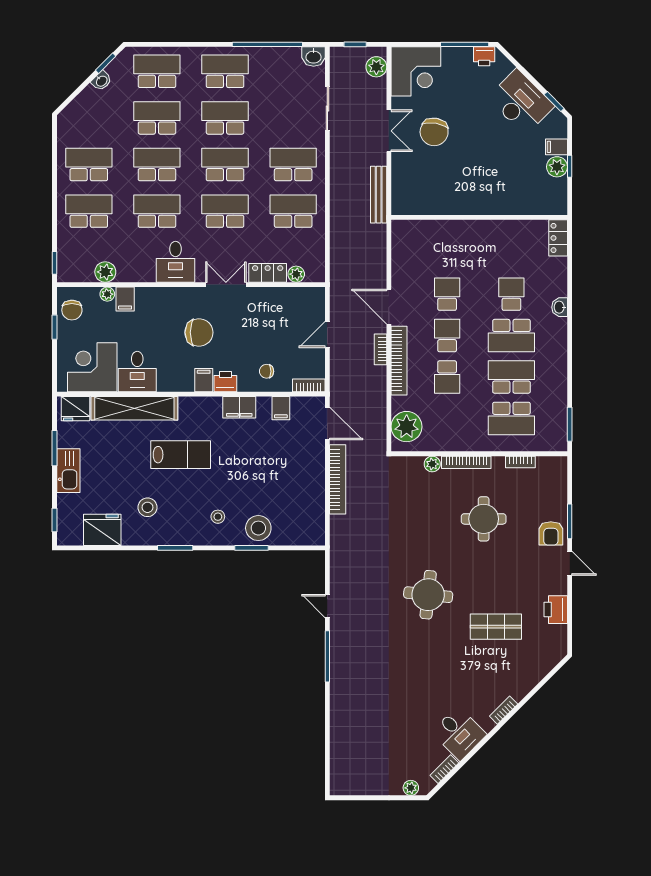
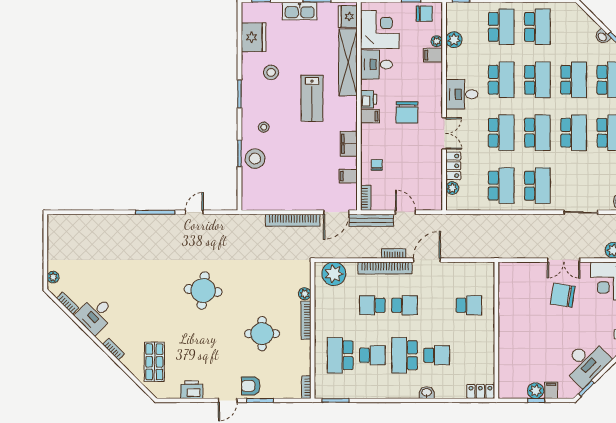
bench: (379, 195) -> (371, 220), moved
school desk: (447, 294) -> (469, 305), moved
chair: (72, 310) -> (424, 14), turned 180
school desk: (511, 377) -> (372, 355), width x0.54
printer: (225, 382) -> (369, 99), moved
bookcase: (520, 462) -> (306, 387), moved
shop shelf: (496, 627) -> (154, 362), moved

